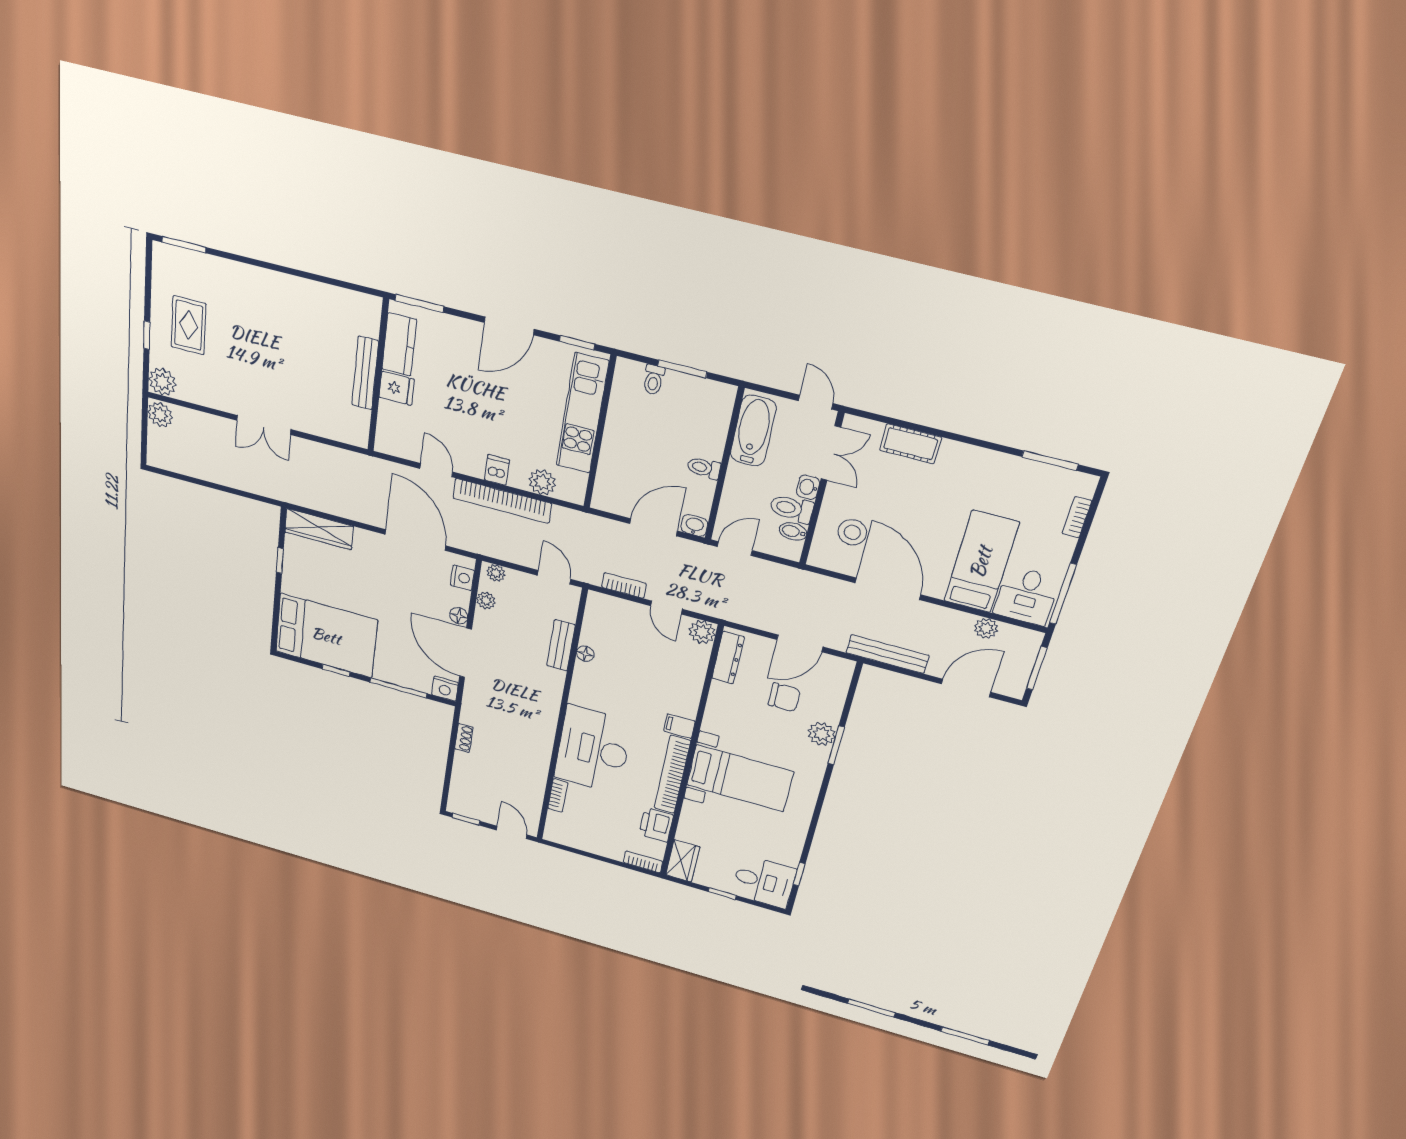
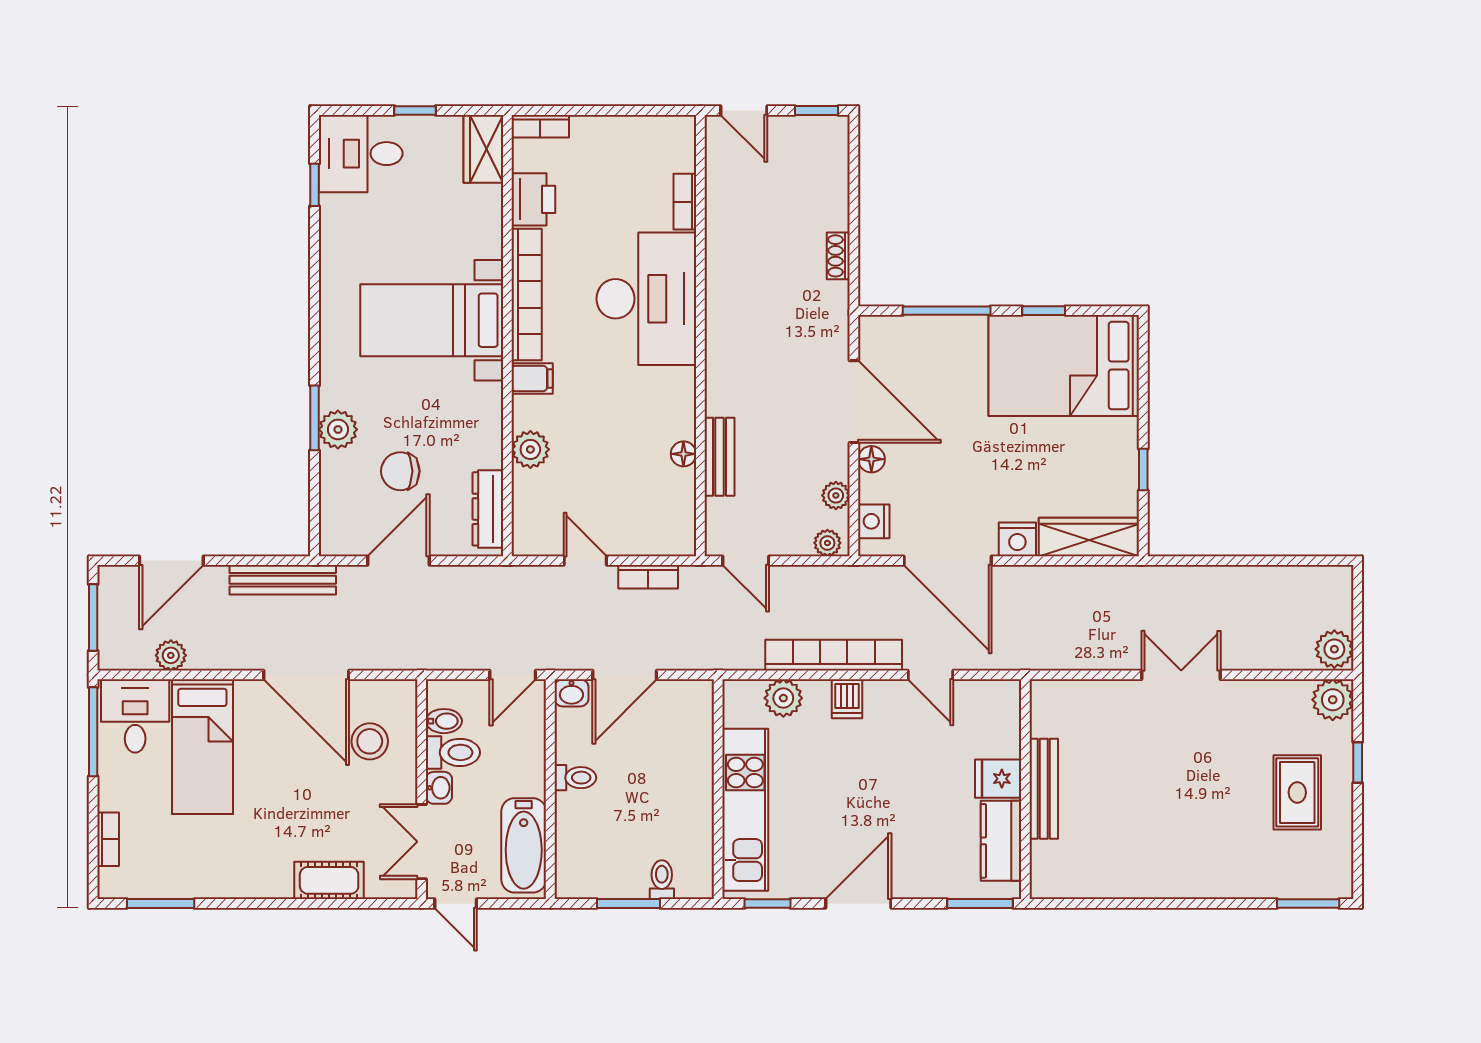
plant: (702, 632) -> (530, 449), moved
nightstand: (445, 689) -> (1017, 539), moved, turned 180

